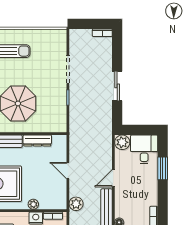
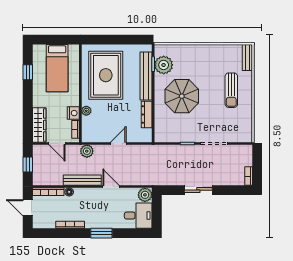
window: (163, 168) -> (101, 233), moved

